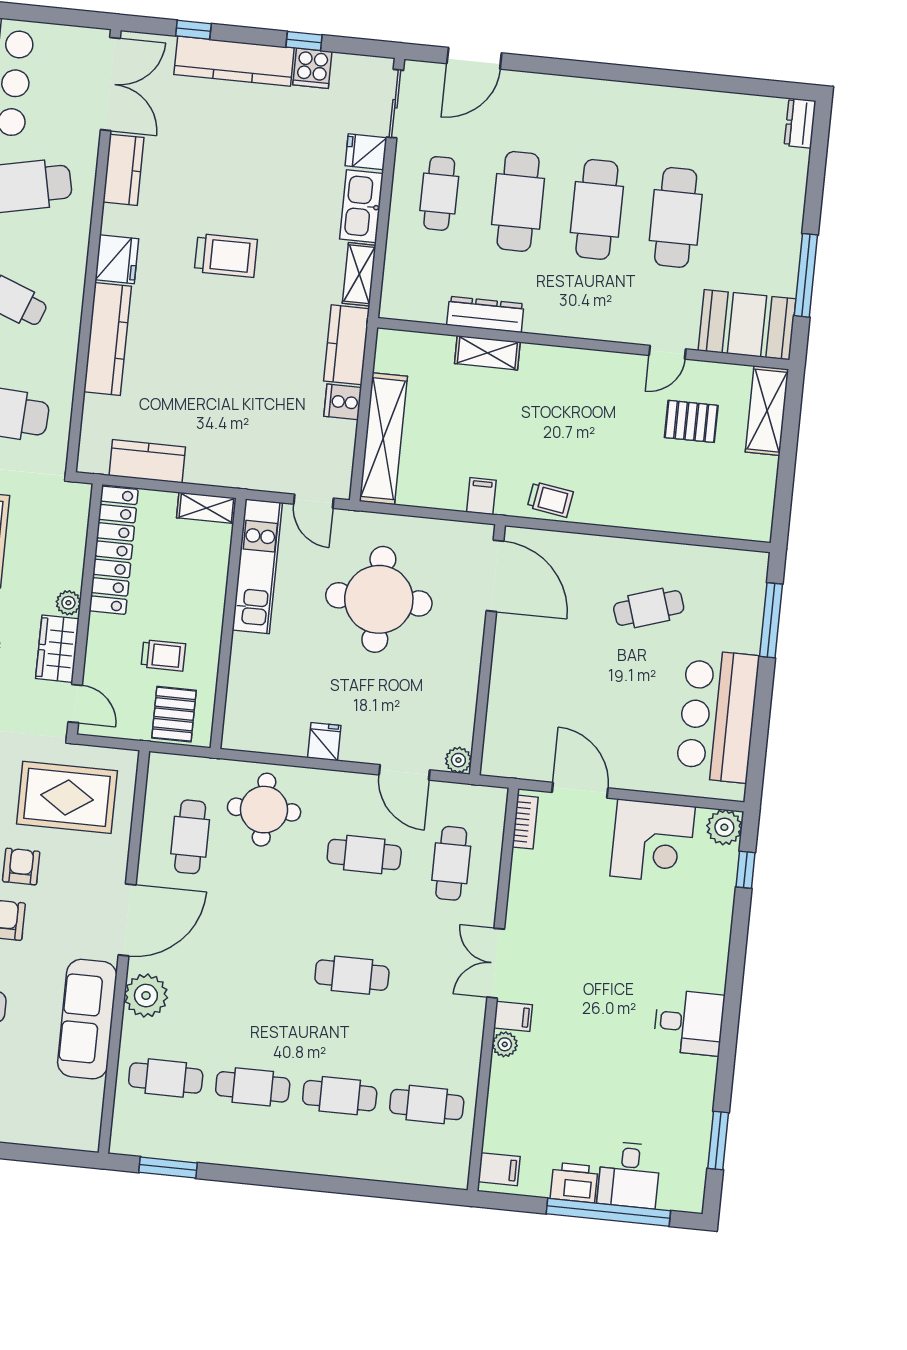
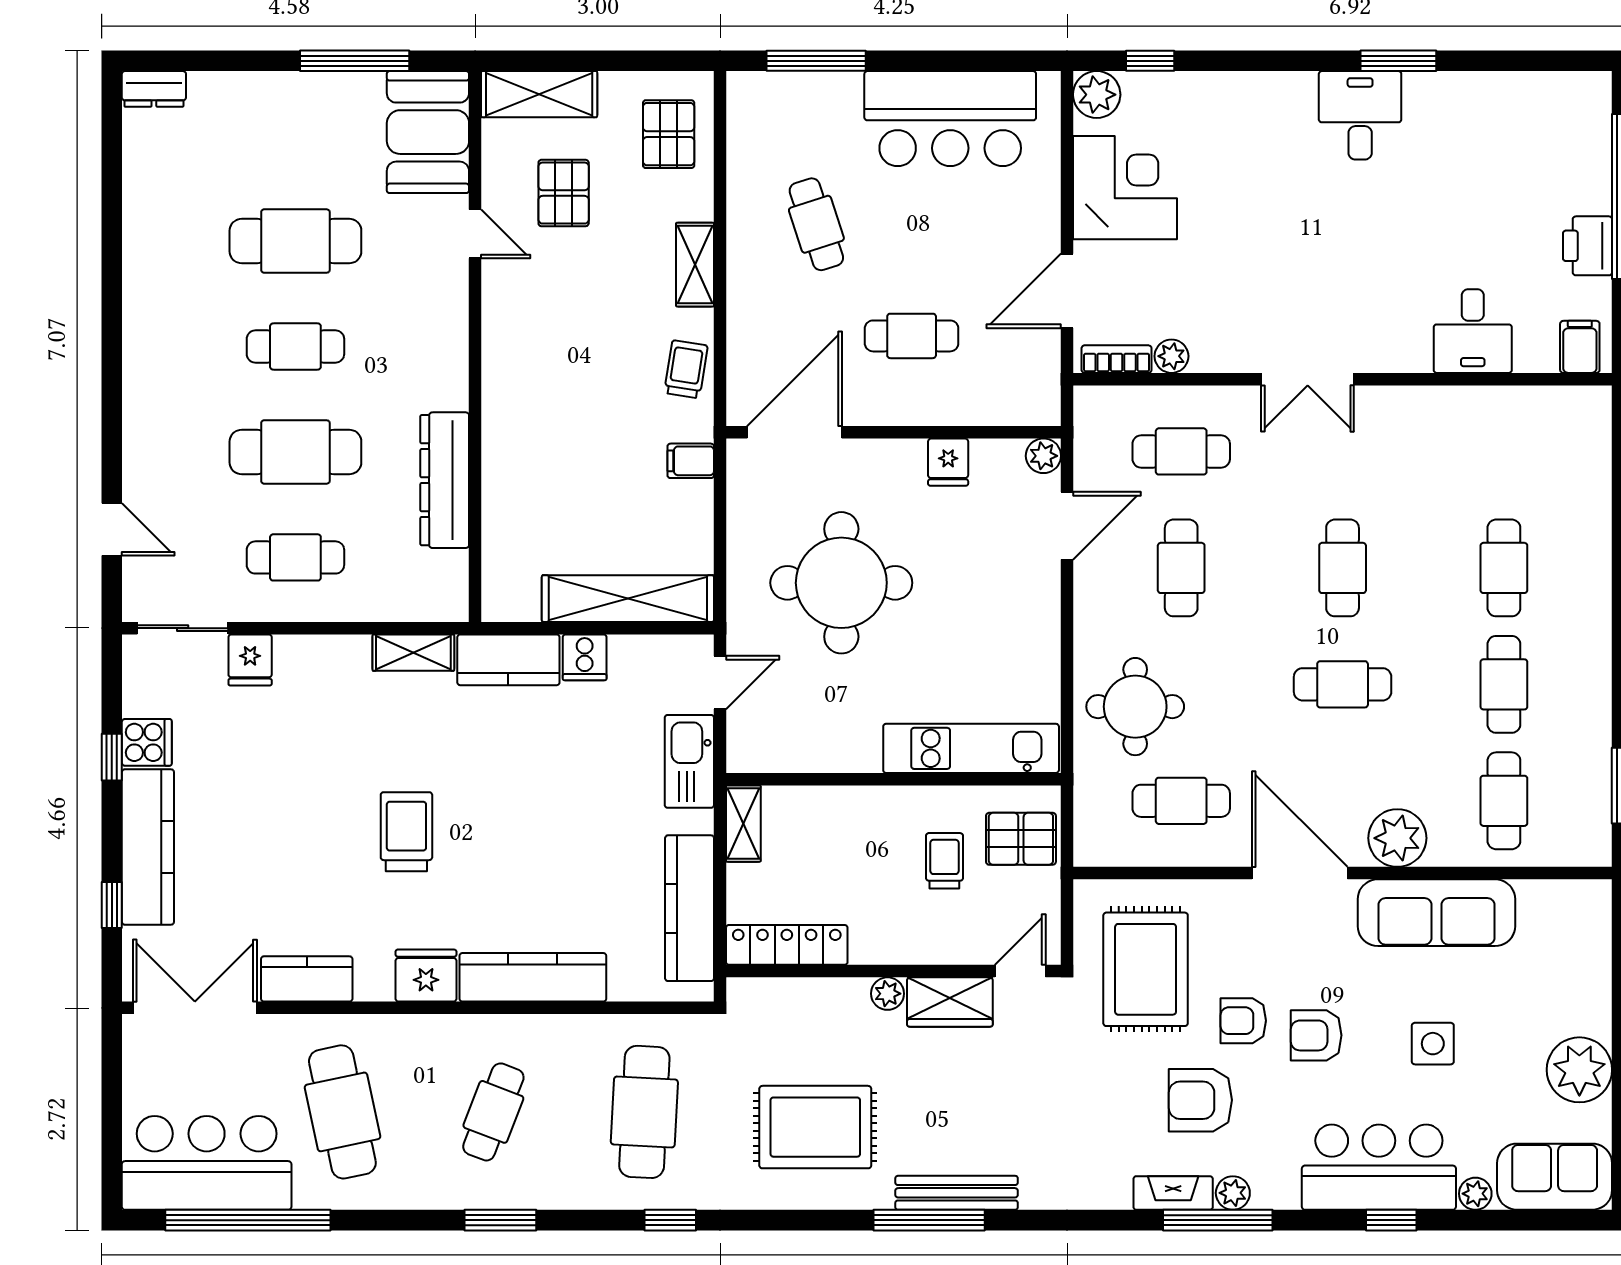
door: (474, 58) -> (112, 529), width x0.73
kitchen sink: (361, 206) -> (689, 761), moved, turned 90
cafe table: (597, 209) -> (295, 347), width x0.73, depth x0.74
dresser: (485, 314) -> (445, 480), width x1.37, depth x1.24
shelving: (487, 353) -> (695, 265), moved
kitchen counter: (147, 461) -> (690, 908), width x1.50
pallet: (727, 504) -> (669, 134), added
locker: (114, 550) -> (787, 945), width x0.71, depth x0.83
kitchen unit: (257, 566) -> (971, 748), moved
cafe table: (558, 671) -> (912, 336), added
fridge: (324, 742) -> (948, 462), moved, turned -90
filing cabinet: (513, 1016) -> (1376, 349), removed
plant: (505, 1044) -> (1171, 356), moved
cafe table: (427, 1104) -> (1343, 684), moved, turned 90
window: (718, 1140) -> (1398, 61), moved
desk: (629, 1175) -> (1473, 331), moved, turned 90

